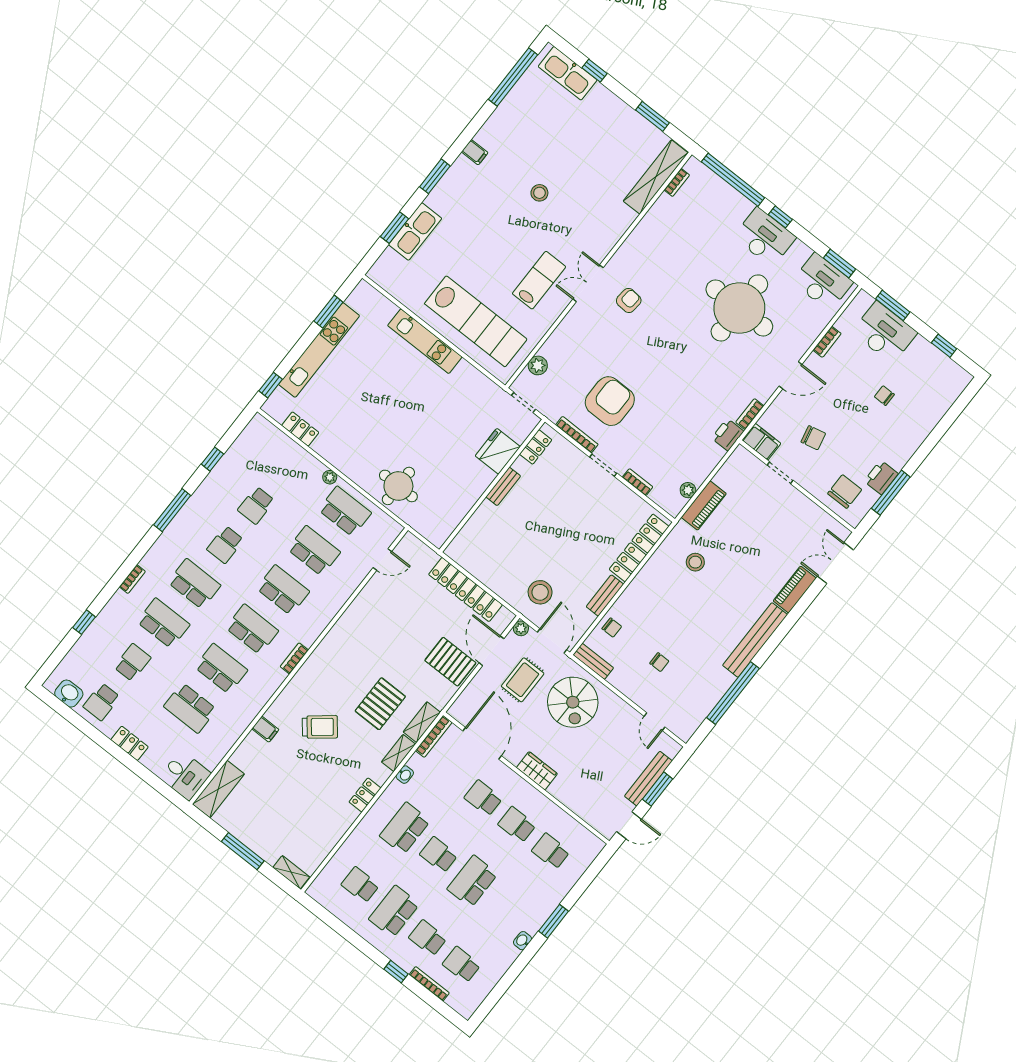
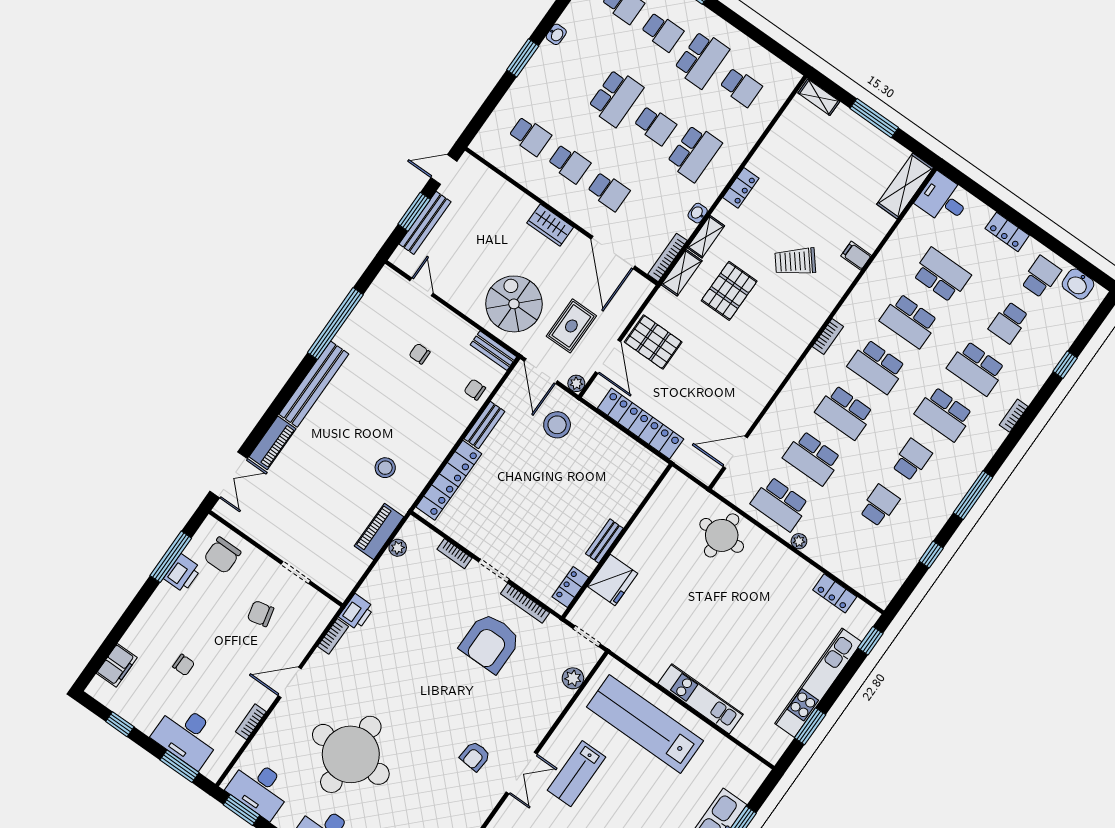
filing cabinet: (761, 442) -> (117, 665), moved, turned -90
door: (382, 559) -> (735, 452), width x1.38

